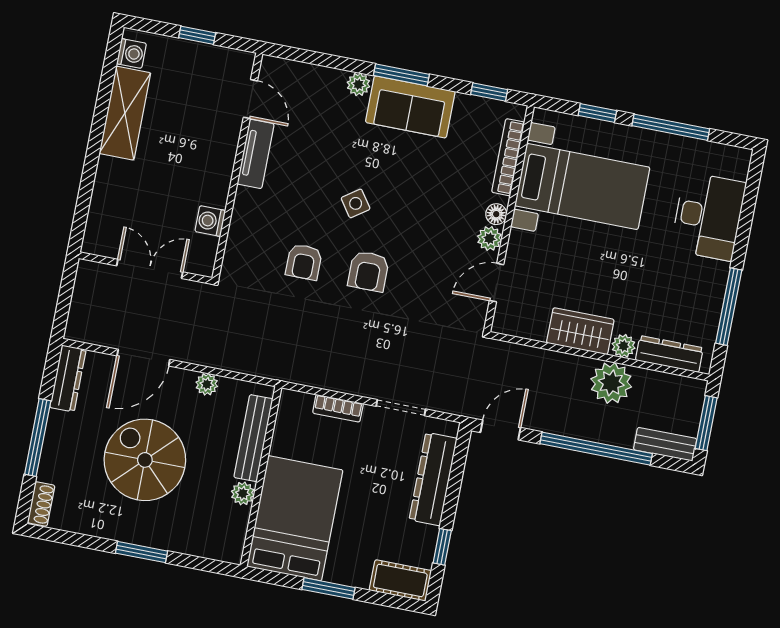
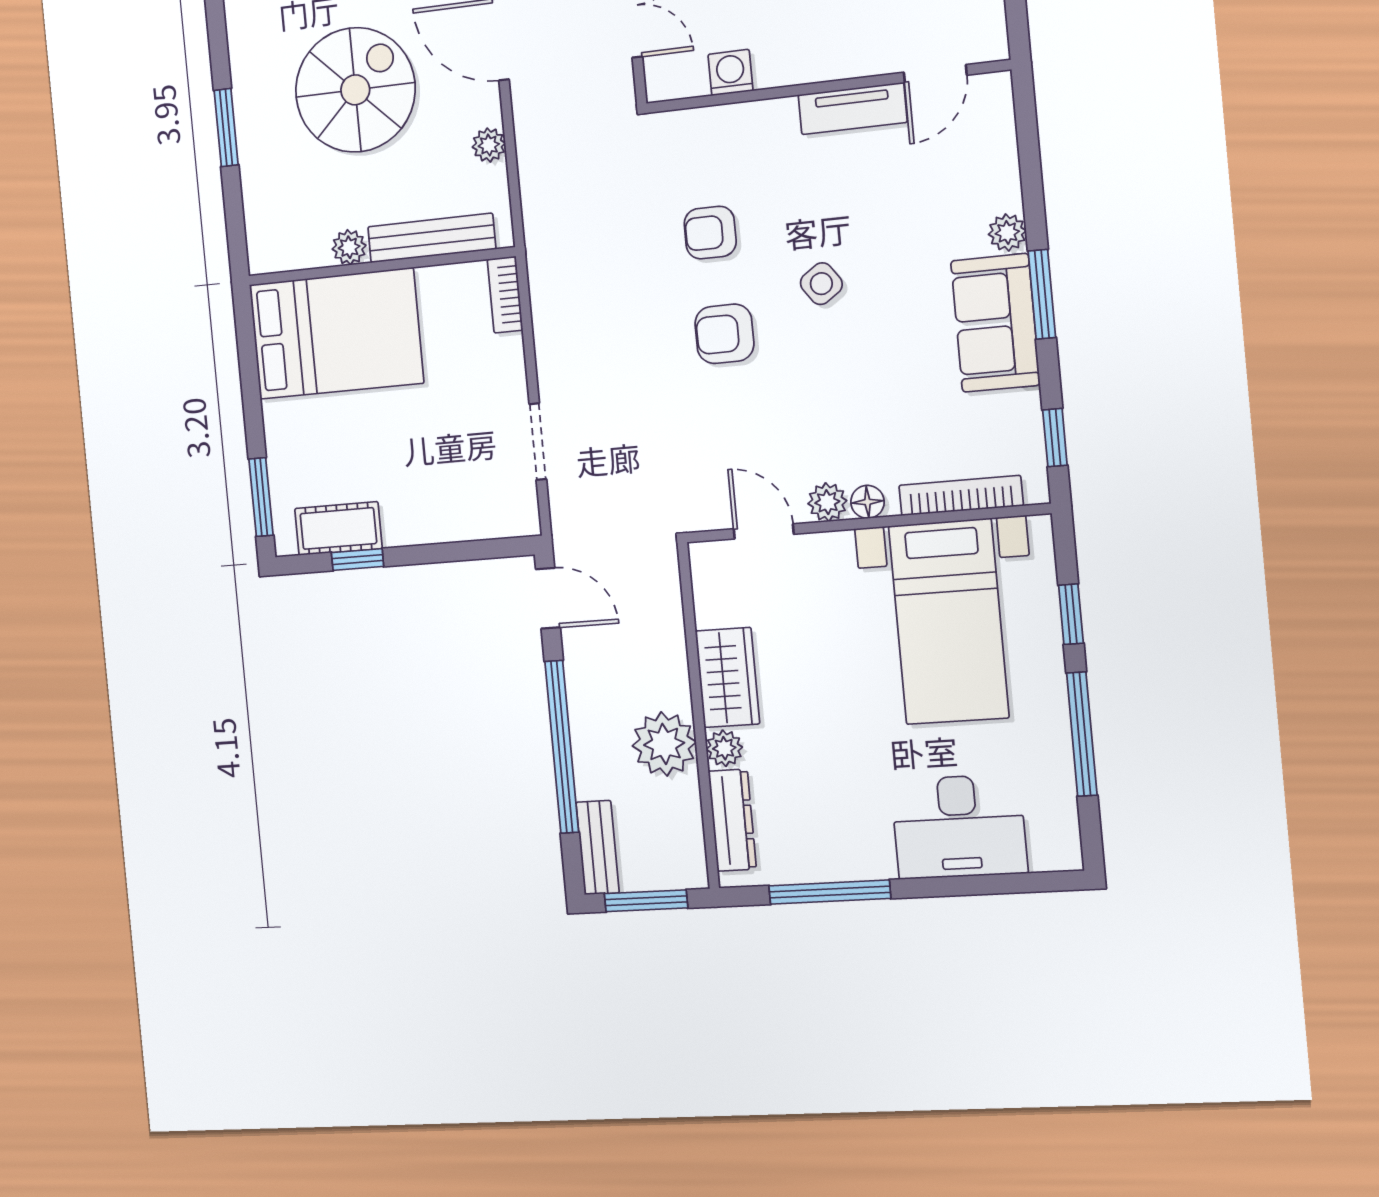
bookcase: (338, 408) -> (505, 295), moved
dresser: (433, 479) -> (449, 519), removed
cot: (400, 580) -> (338, 528), moved, turned 90
window: (328, 588) -> (261, 497), moved

